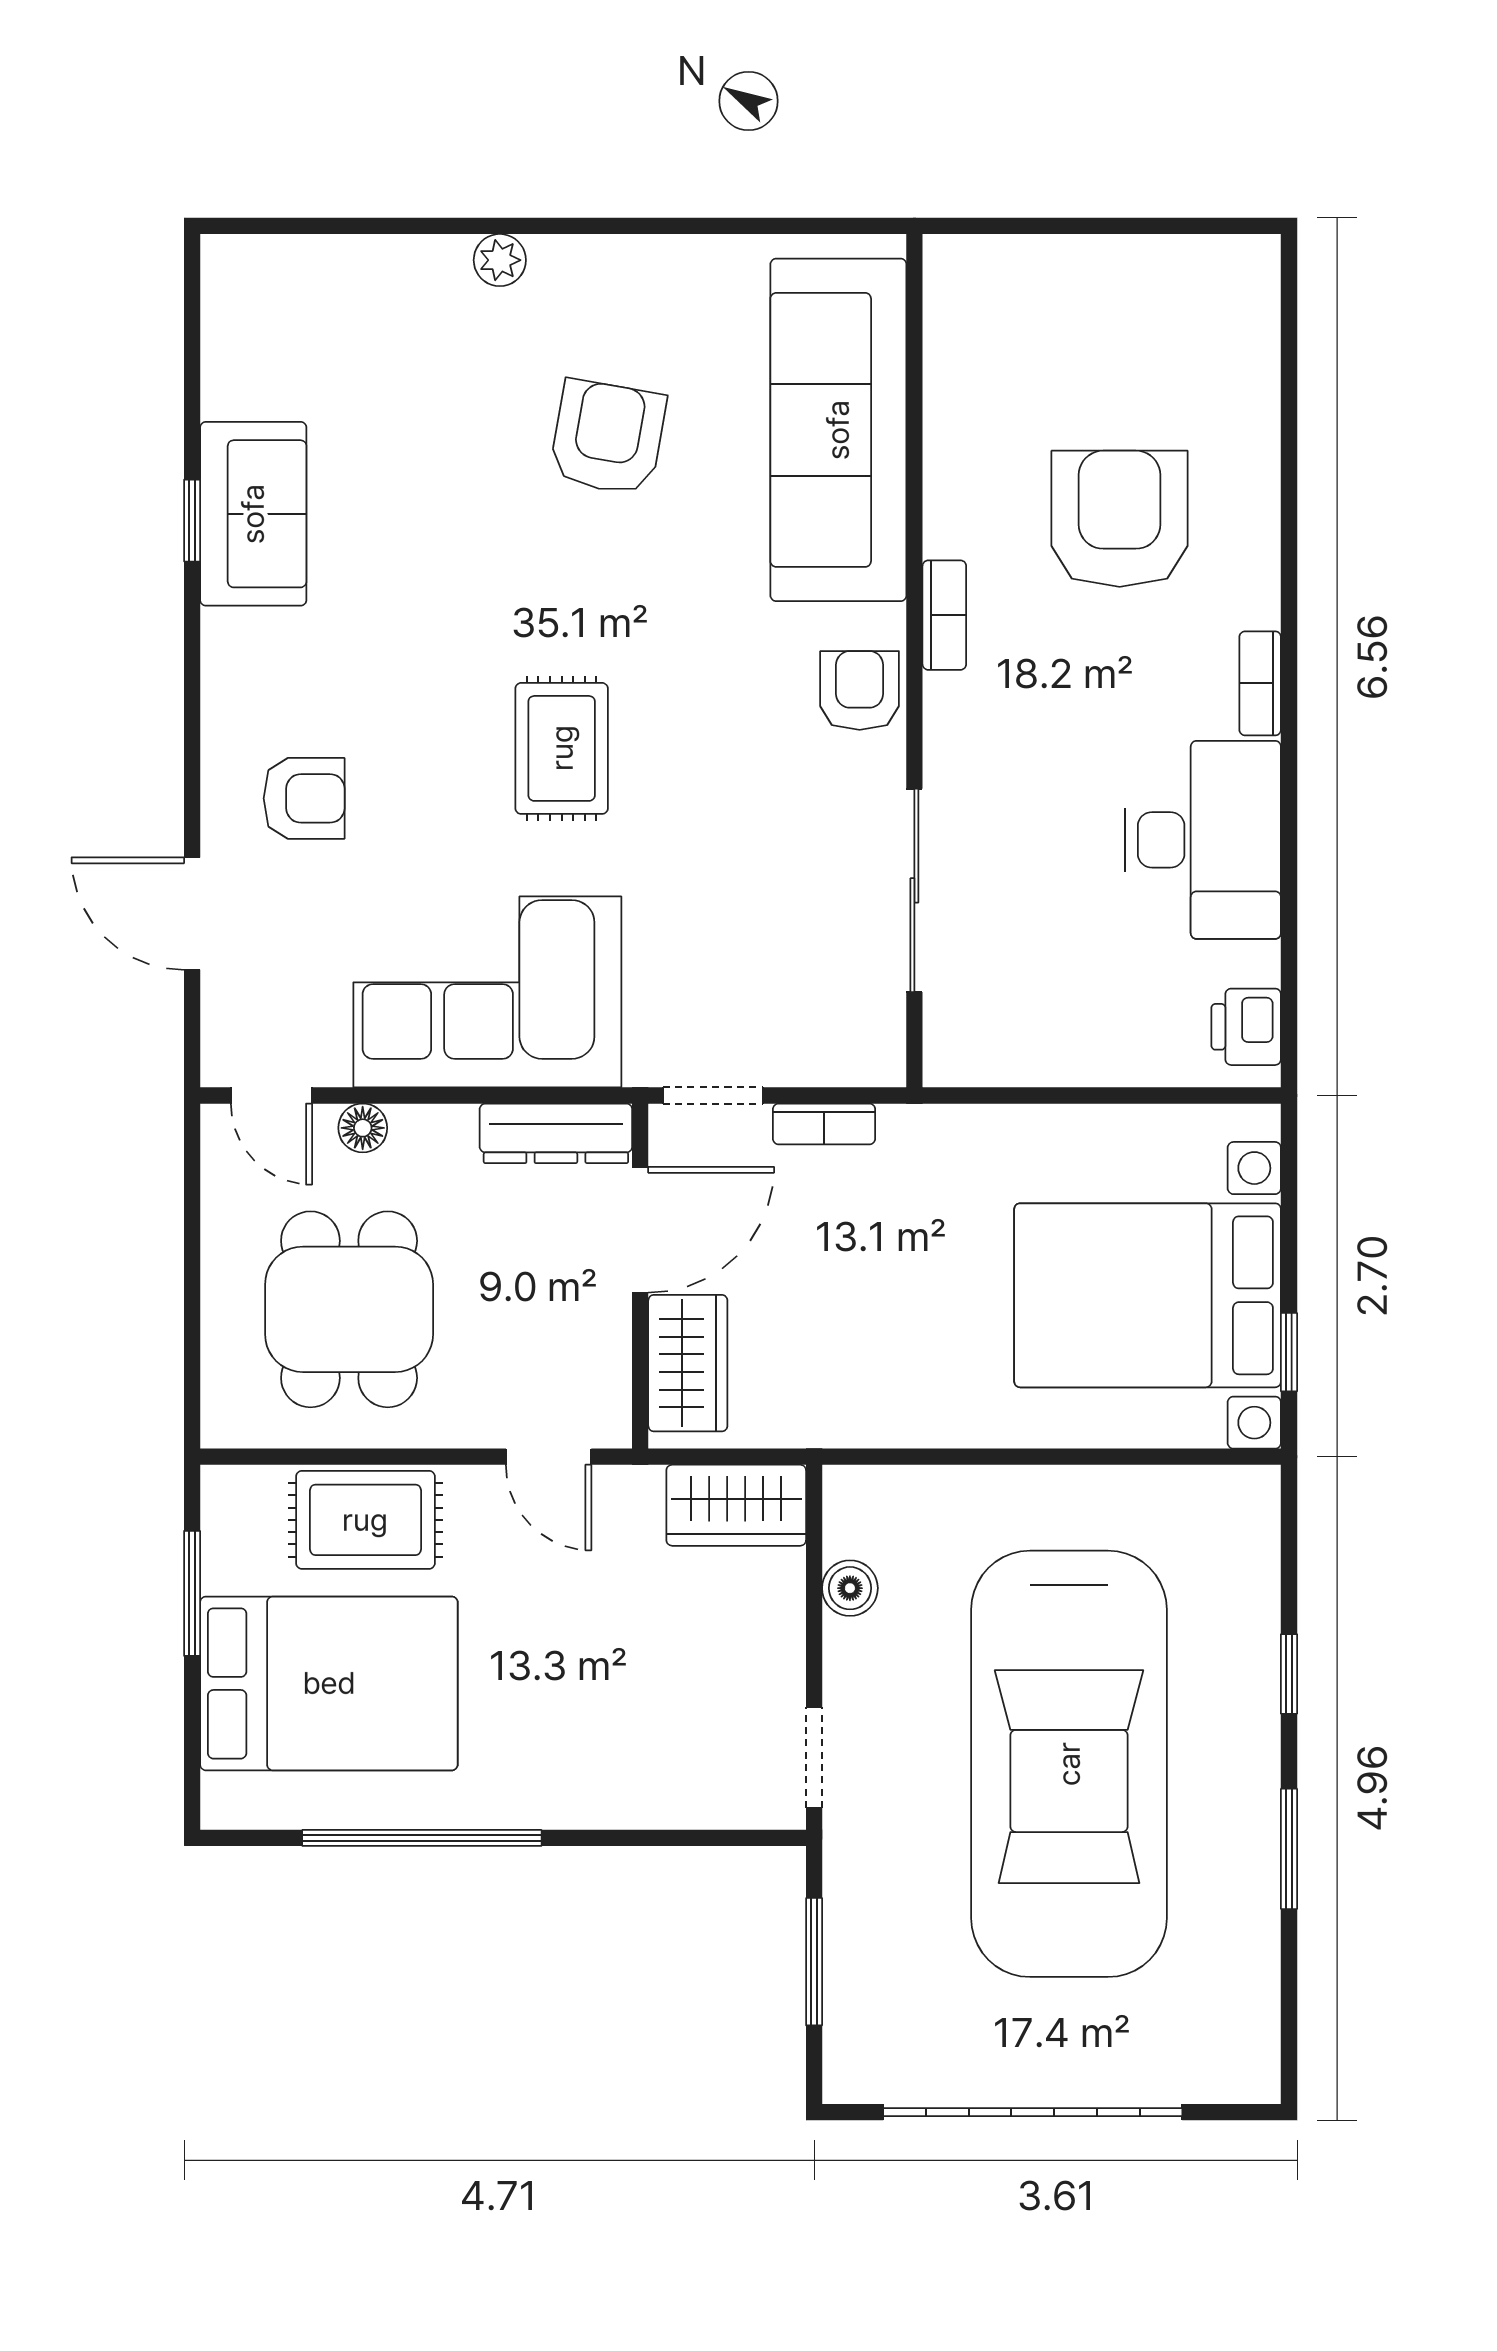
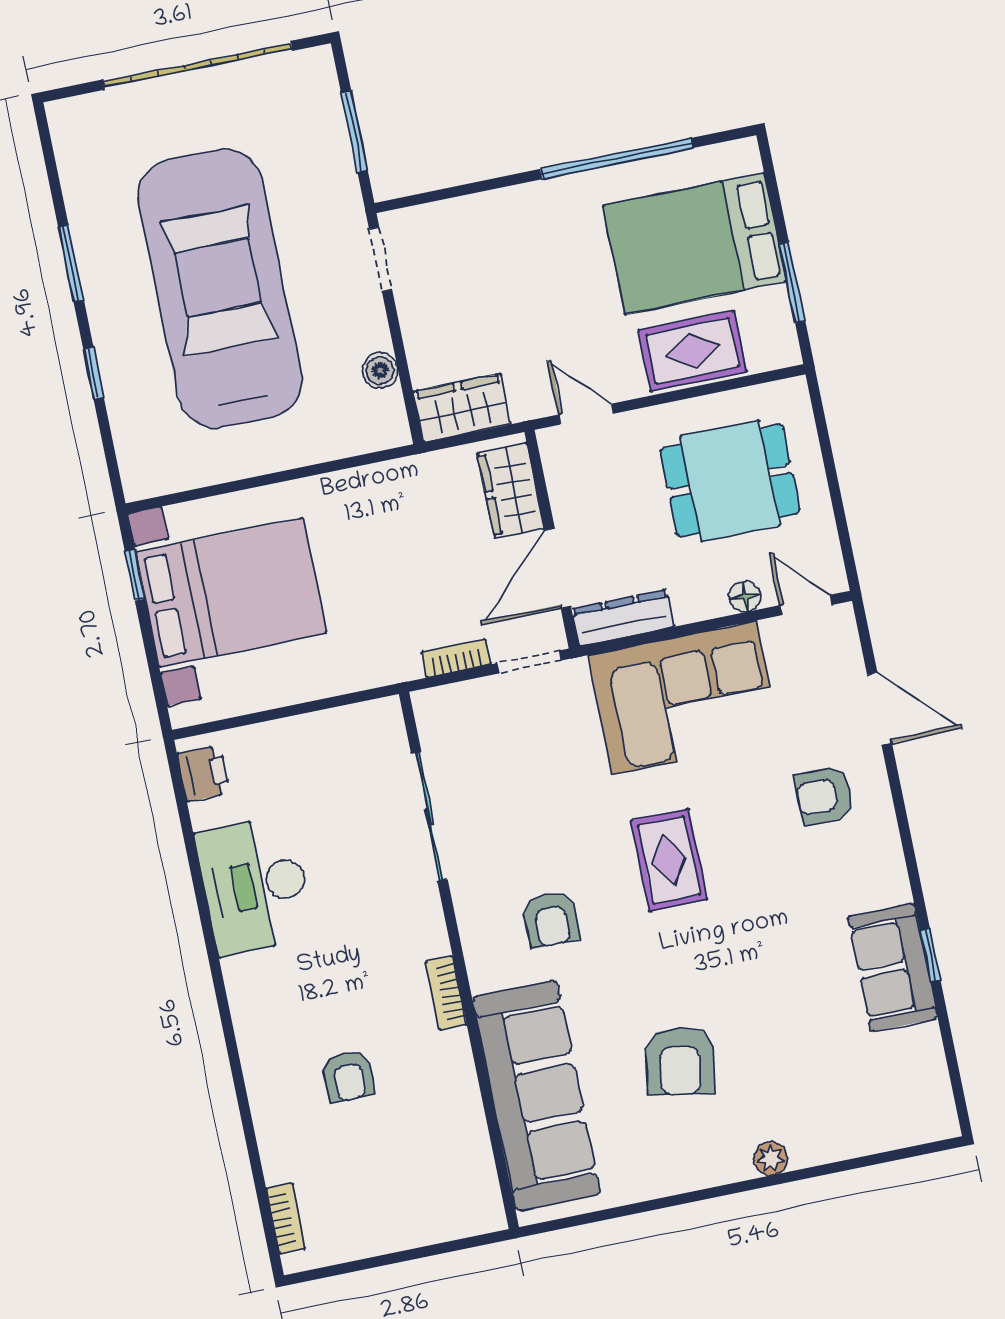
armchair: (1120, 519) -> (349, 1076), width x0.53, depth x0.53
bookcase: (1260, 683) -> (286, 1218), moved
armchair: (860, 690) -> (551, 919), moved
dining table: (349, 1309) -> (730, 481), turned 90

